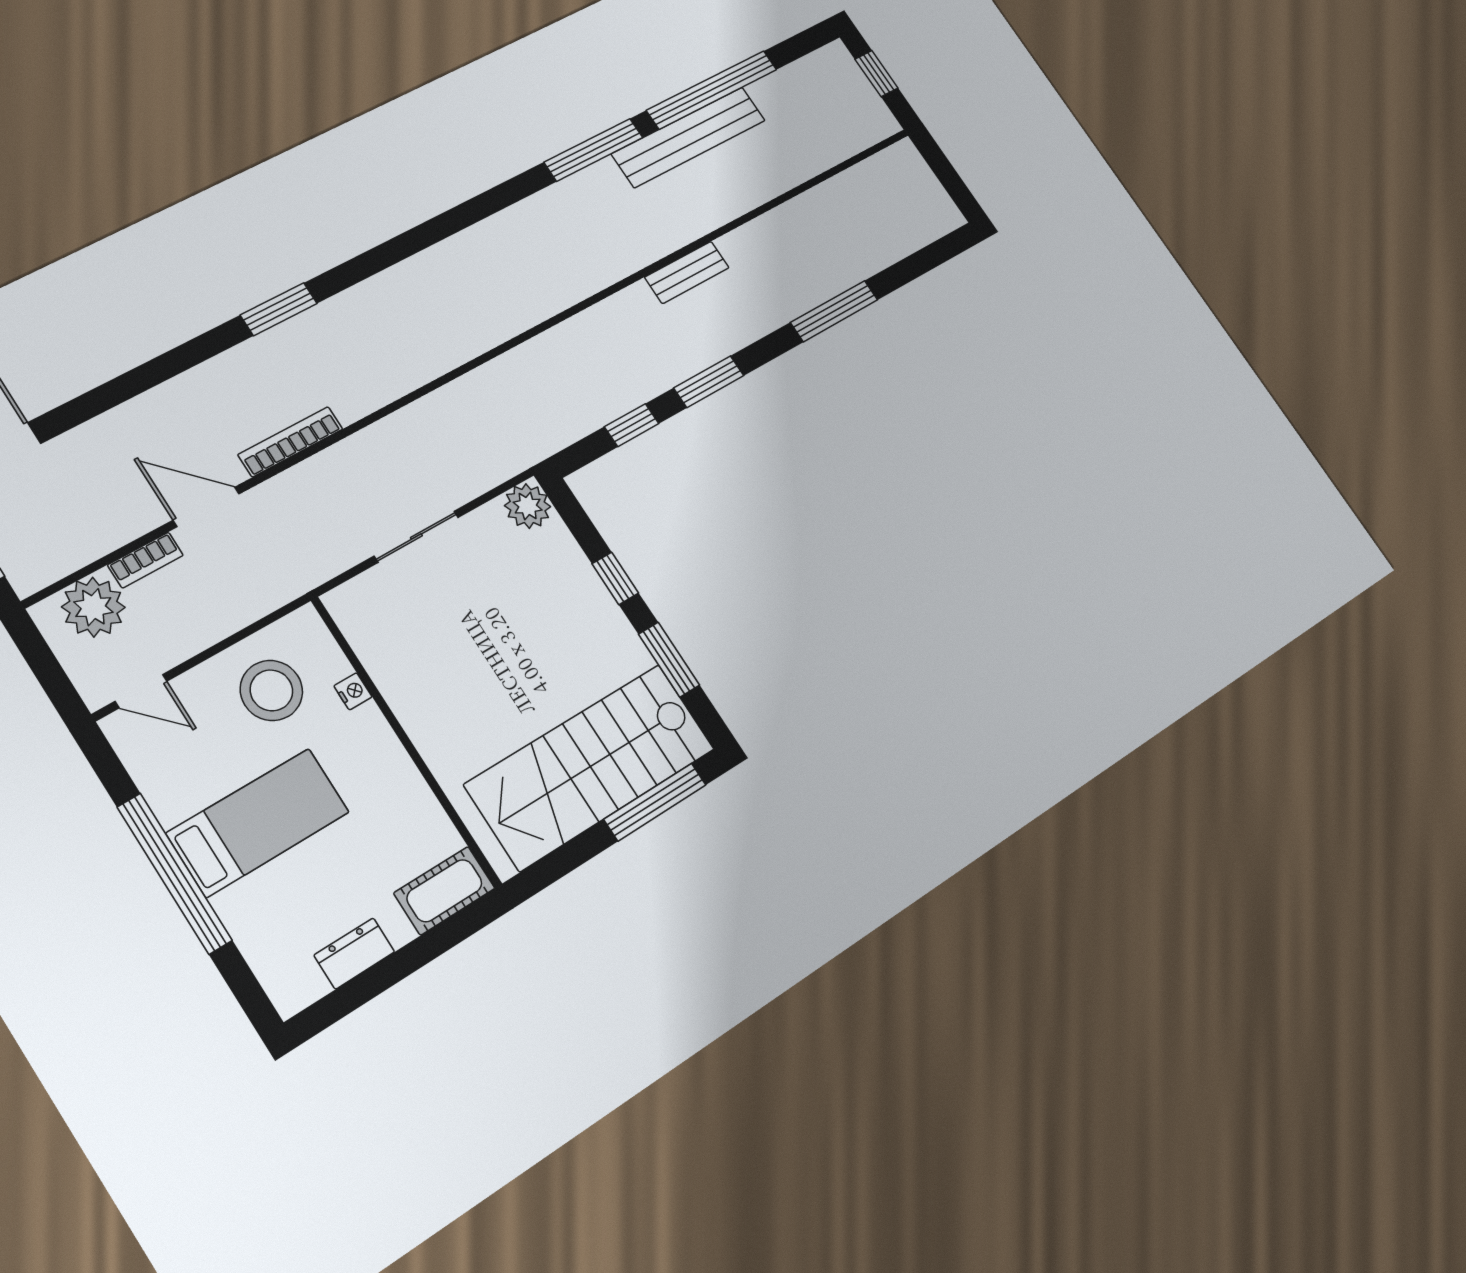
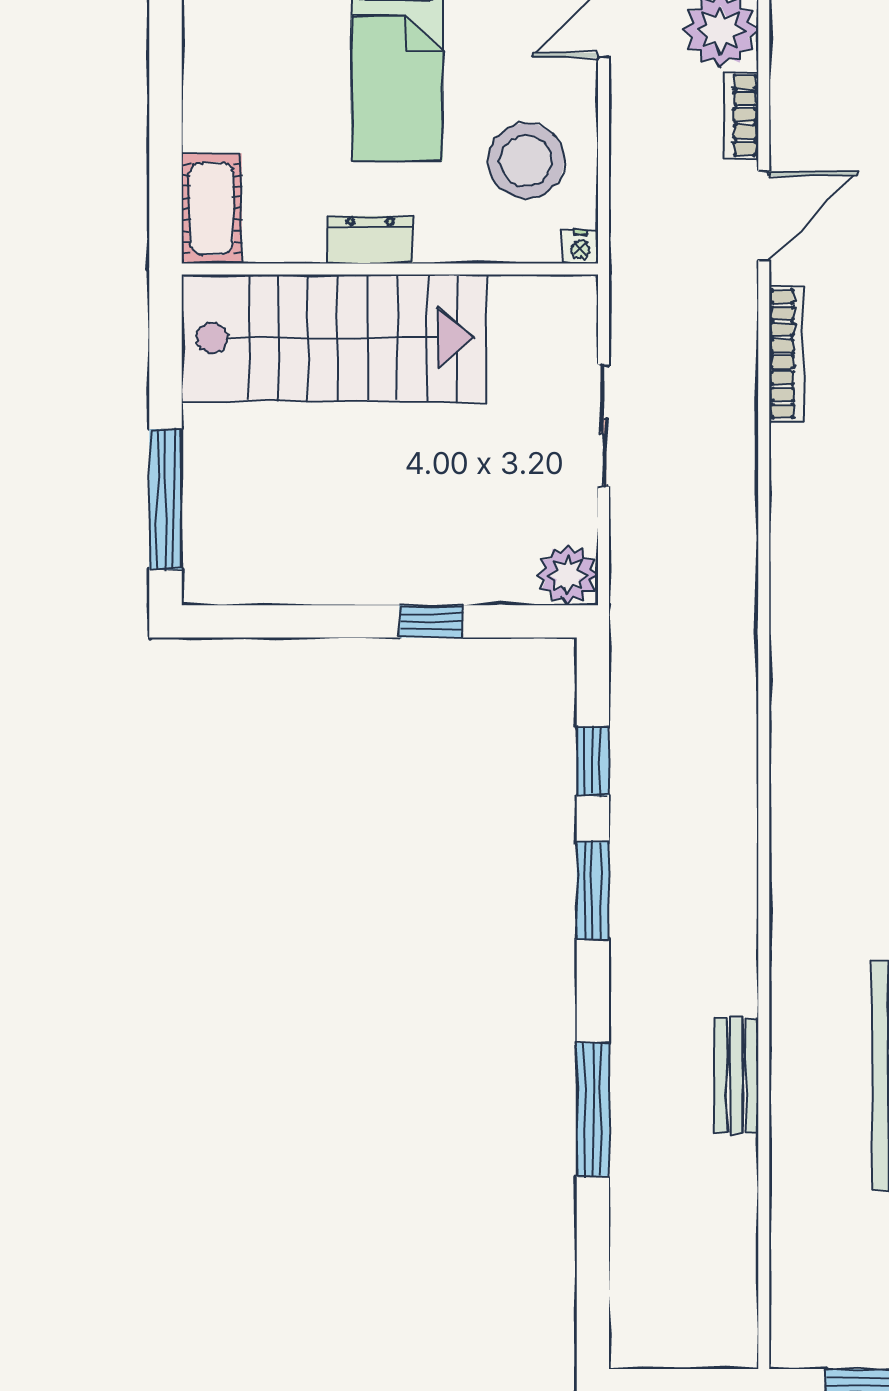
bench: (687, 272) -> (736, 1076), moved
window: (669, 660) -> (307, 621), removed
nightstand: (353, 691) -> (580, 247), moved
stairs: (590, 767) -> (334, 338), moved, turned 90
dresser: (354, 953) -> (370, 240), moved, turned -90

